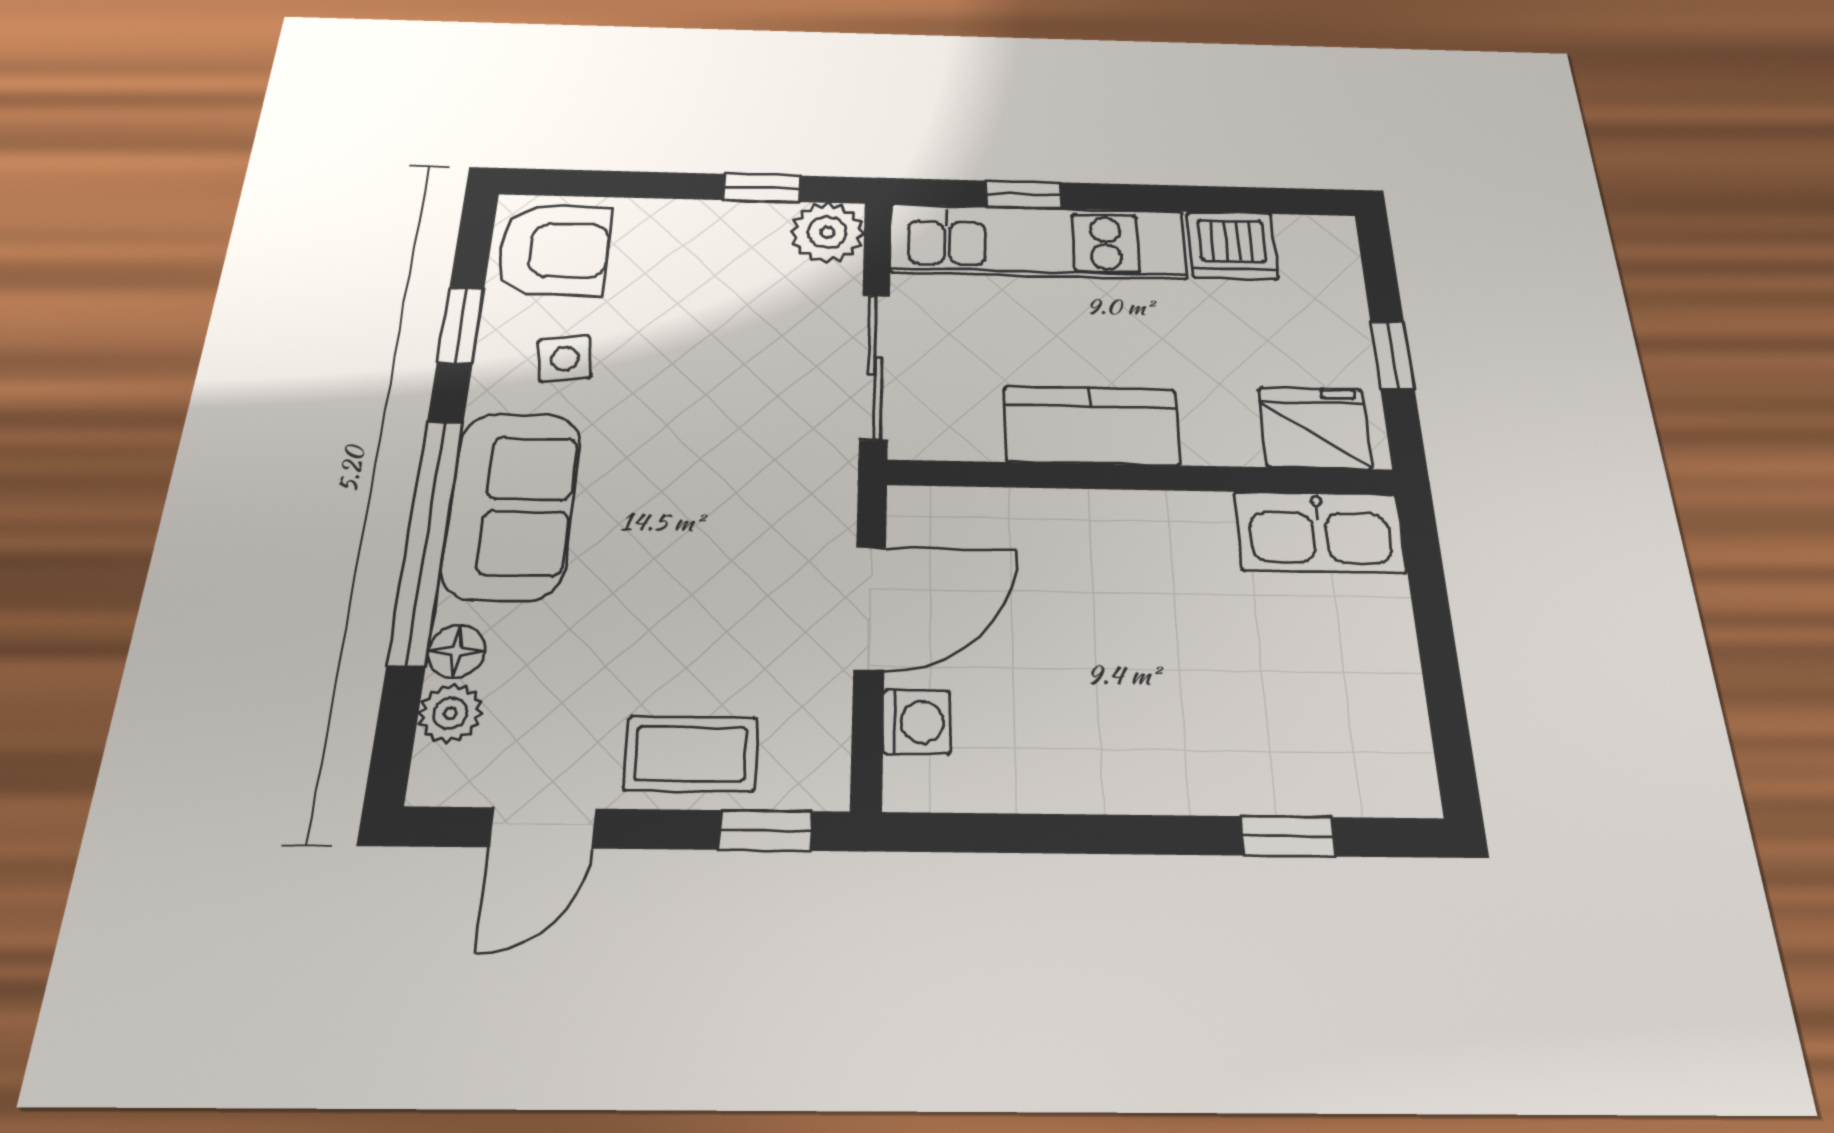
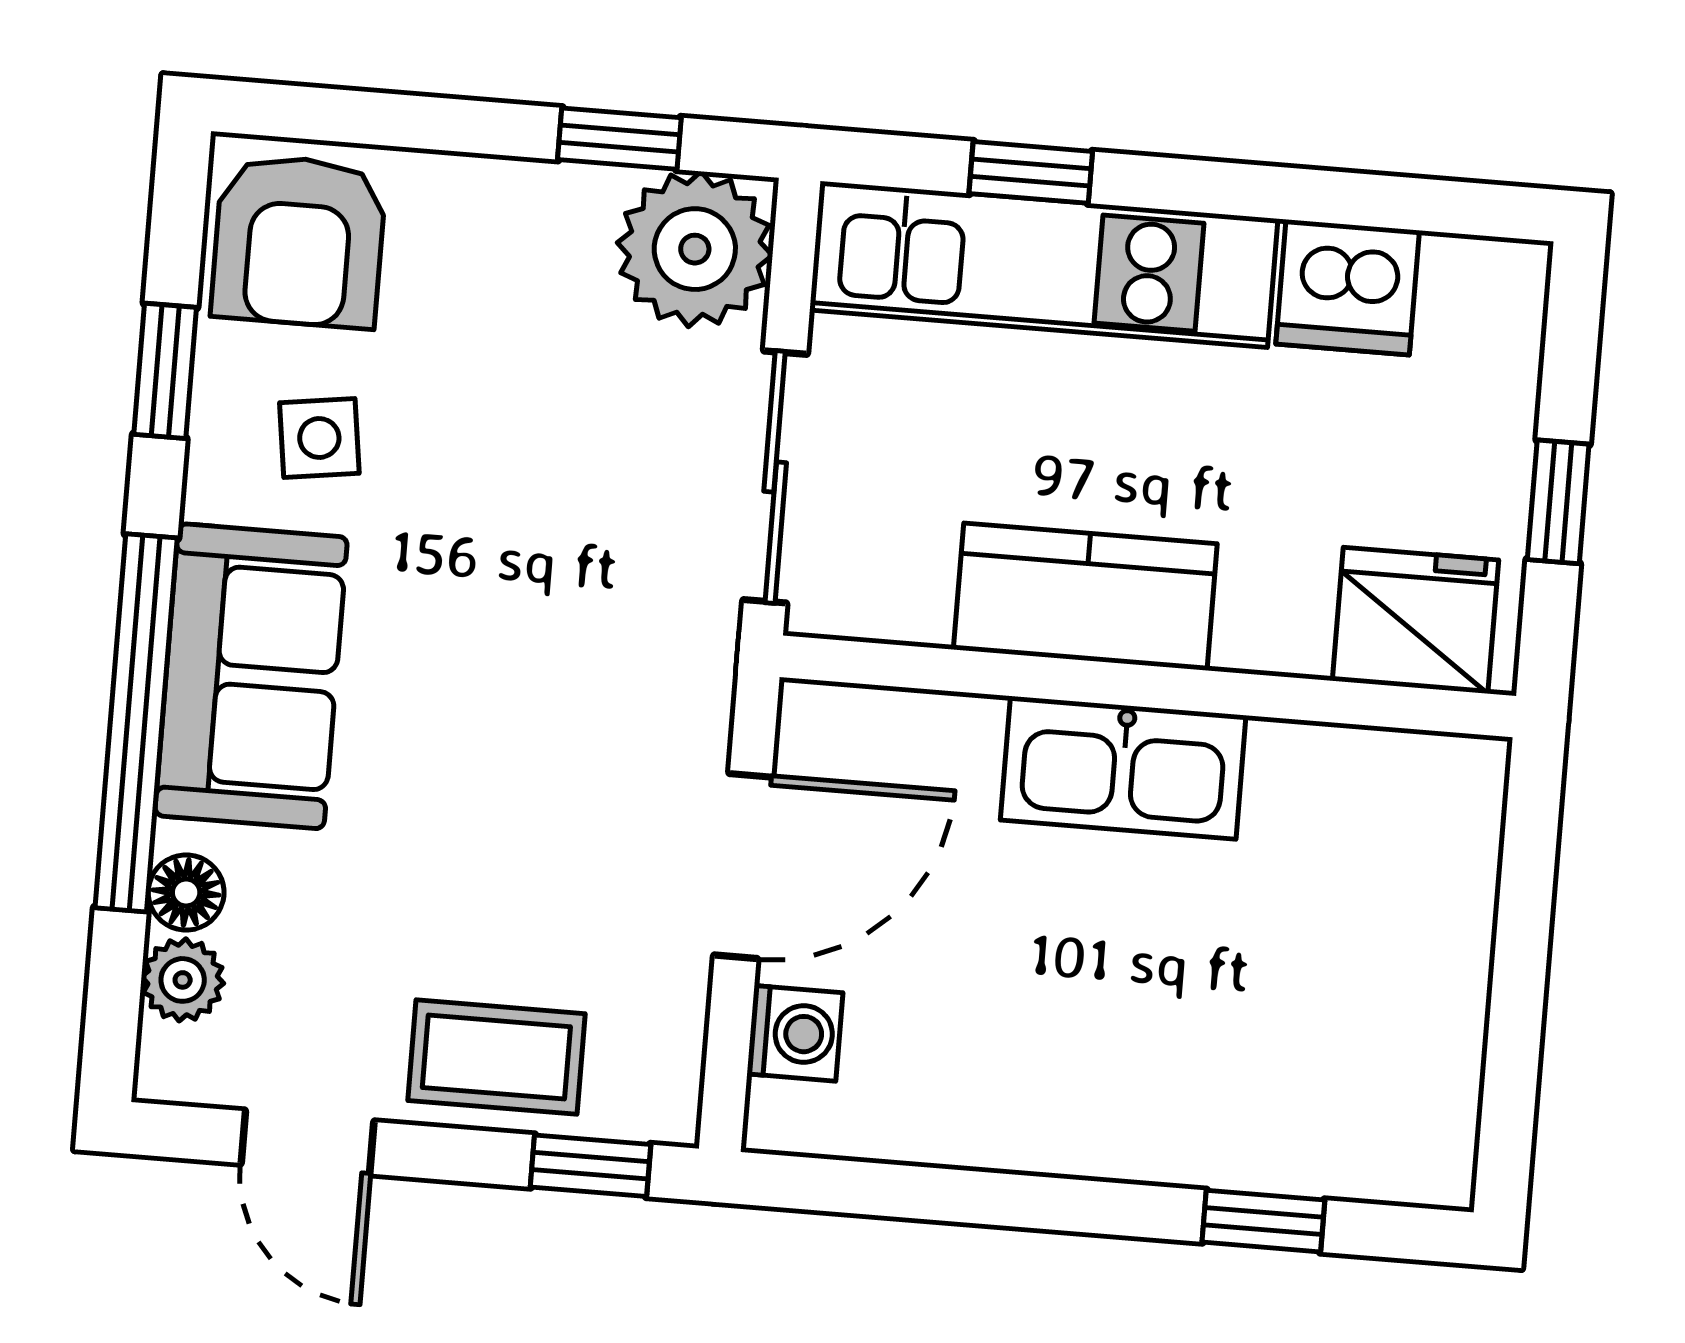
plant: (827, 233) -> (695, 249), width x1.36, depth x1.36
armchair: (554, 250) -> (299, 241), turned 90
kitchen sink: (1320, 532) -> (1123, 768), moved
door: (543, 828) -> (307, 1142), hinge flipped

